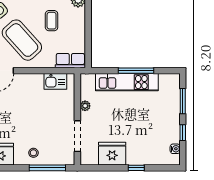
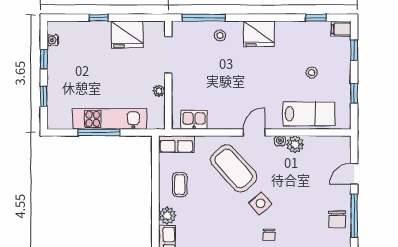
coffee table: (52, 21) -> (180, 185), moved
window: (183, 101) -> (44, 96), width x0.67

